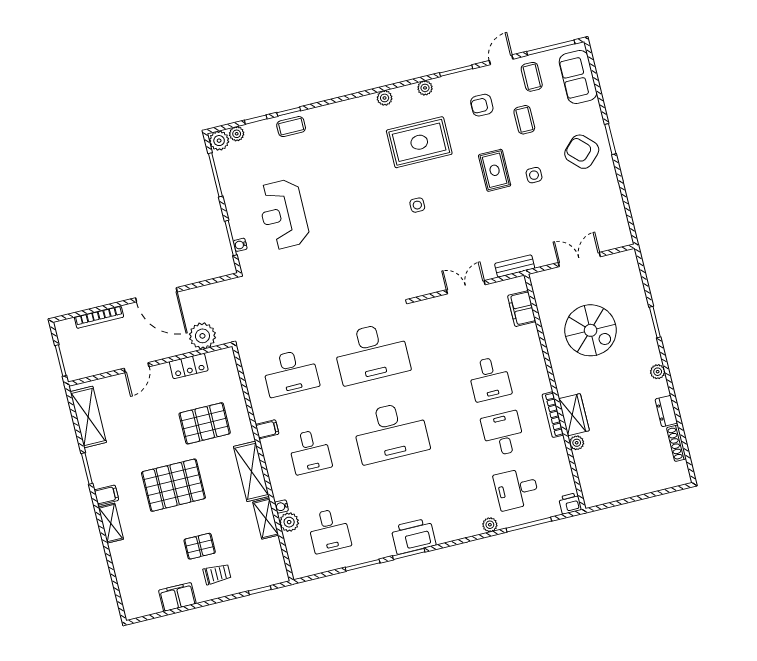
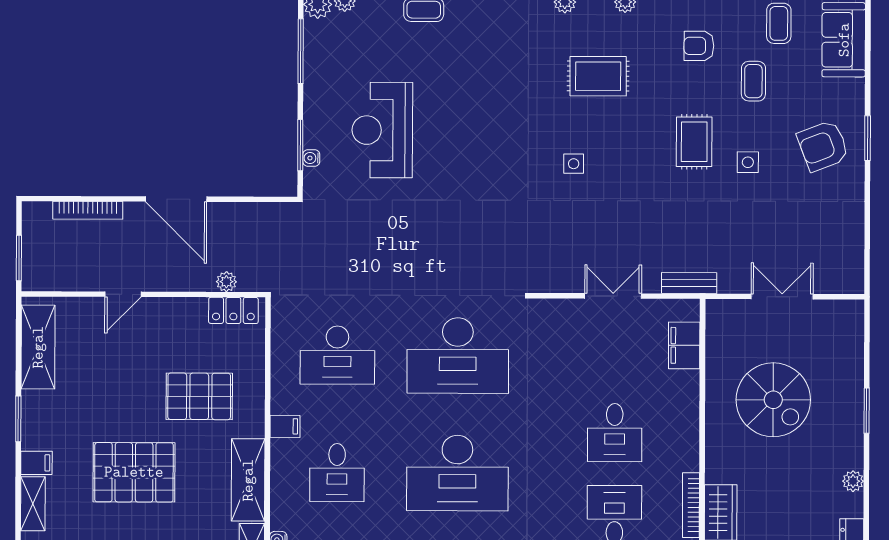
rug: (419, 142) -> (598, 76), width x0.73, depth x0.70
armchair: (582, 152) -> (823, 146), turned -66
plant: (202, 336) -> (226, 282), width x0.53, depth x0.53
locker: (189, 366) -> (233, 310), moved

